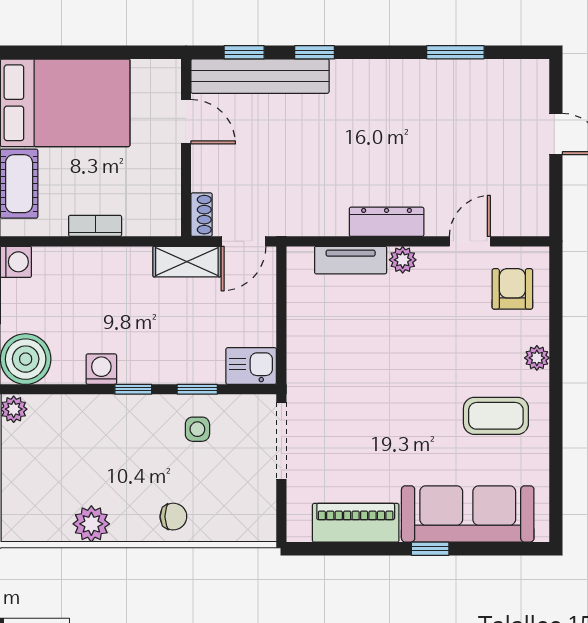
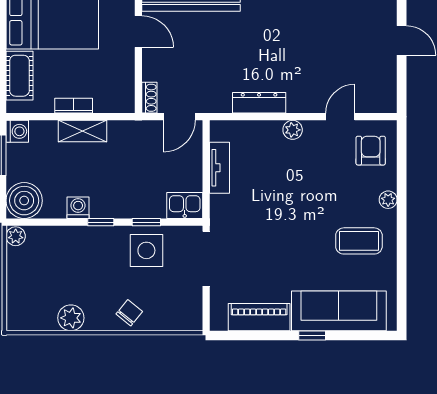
dresser: (387, 222) -> (259, 103), moved
tv unit: (351, 260) -> (220, 168), moved, turned -90
shelving: (187, 262) -> (82, 131), moved
side table: (197, 429) -> (146, 250), width x1.87, depth x1.87
chair: (173, 517) -> (129, 313), turned -50

